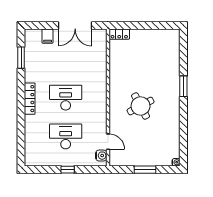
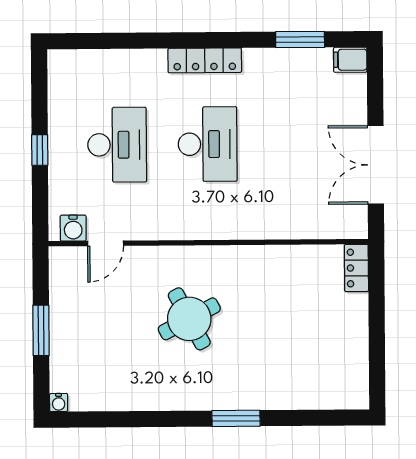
filing cabinet: (48, 36) -> (350, 60), moved

